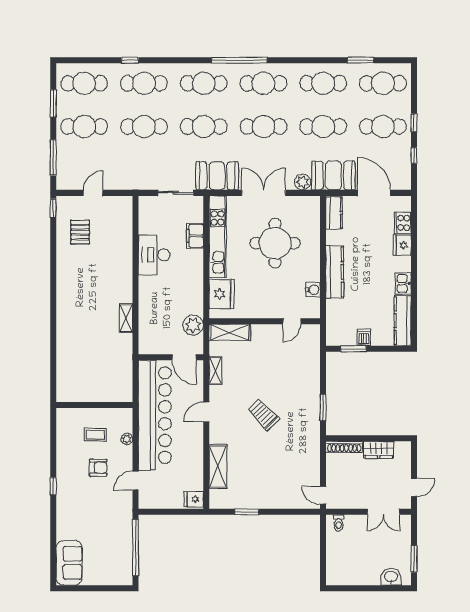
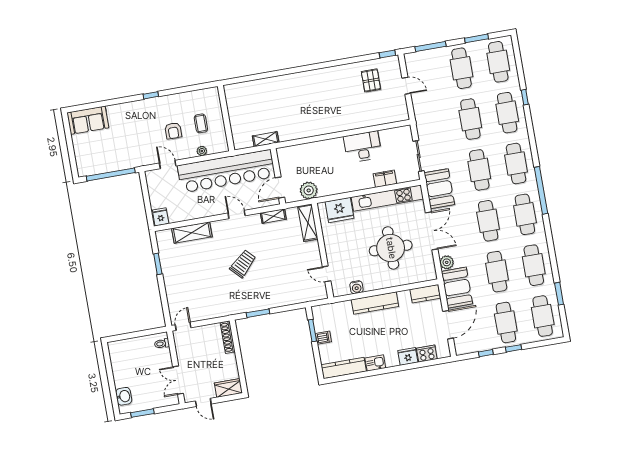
pallet: (80, 232) -> (371, 80), turned 90
shelving: (126, 318) -> (266, 139), moved
wardrobe: (379, 450) -> (228, 388), moved, turned 90

